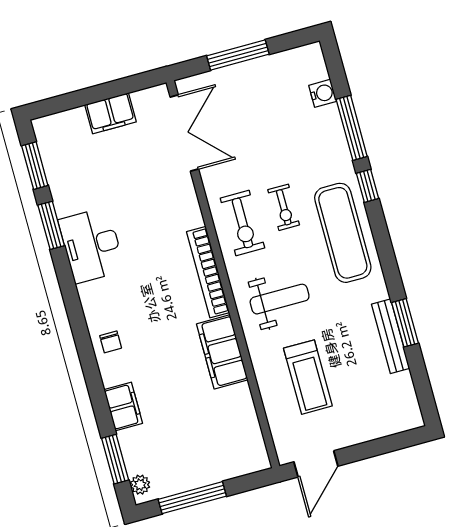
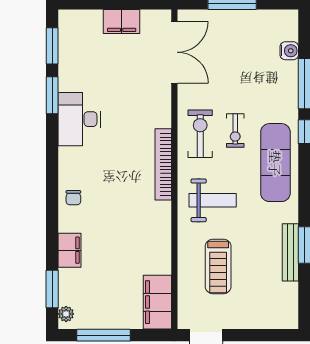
exercise bike: (242, 223) -> (200, 134), turned 180
filing cabinet: (222, 352) -> (157, 302), moved

